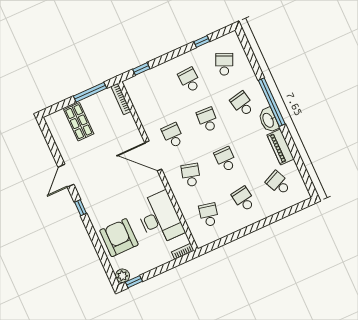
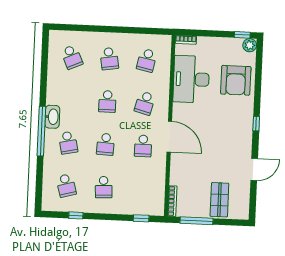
school desk: (224, 64) -> (66, 185), turned -39
piano: (280, 147) -> (54, 88), removed
door: (66, 176) -> (254, 169), moved

